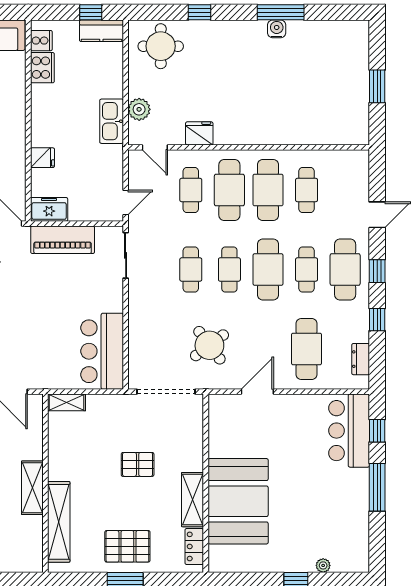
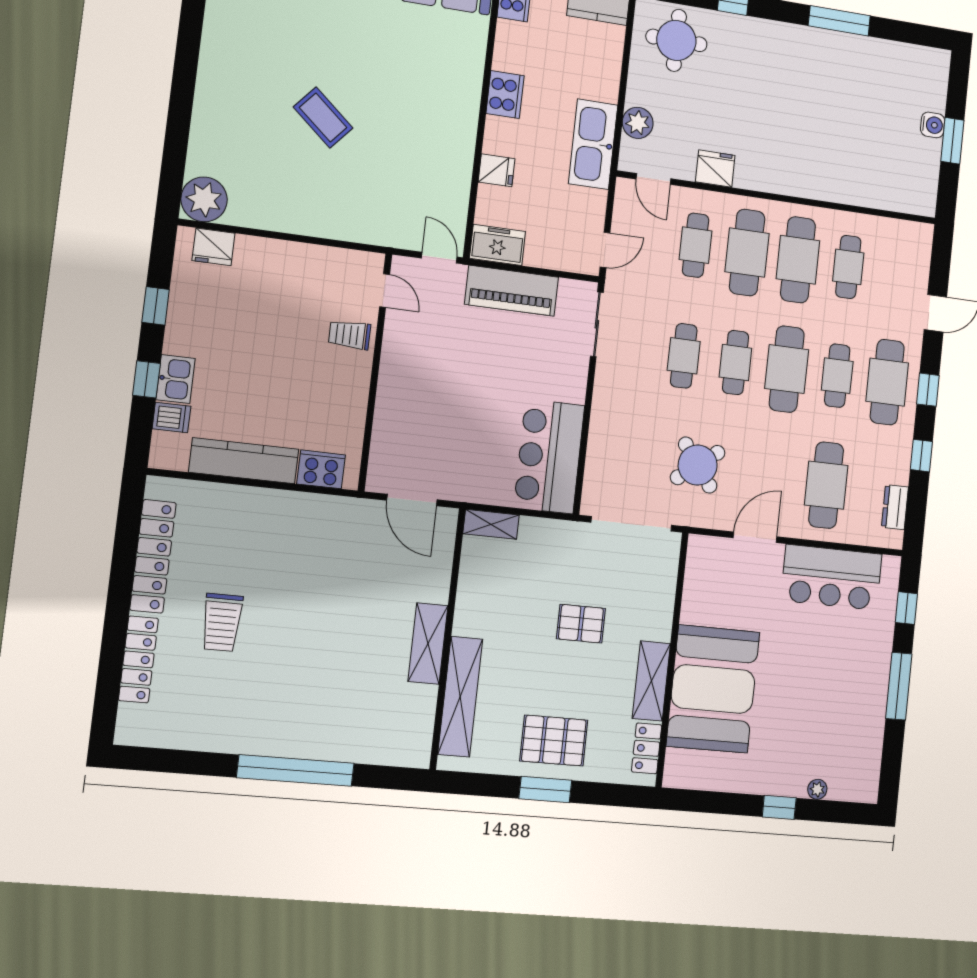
water cooler: (277, 29) -> (933, 125), moved, turned 90
cooker: (42, 68) -> (505, 95), moved
kitchen sink: (112, 121) -> (593, 144), width x1.36, depth x1.24
bar counter: (349, 431) -> (831, 577), moved, turned -90

